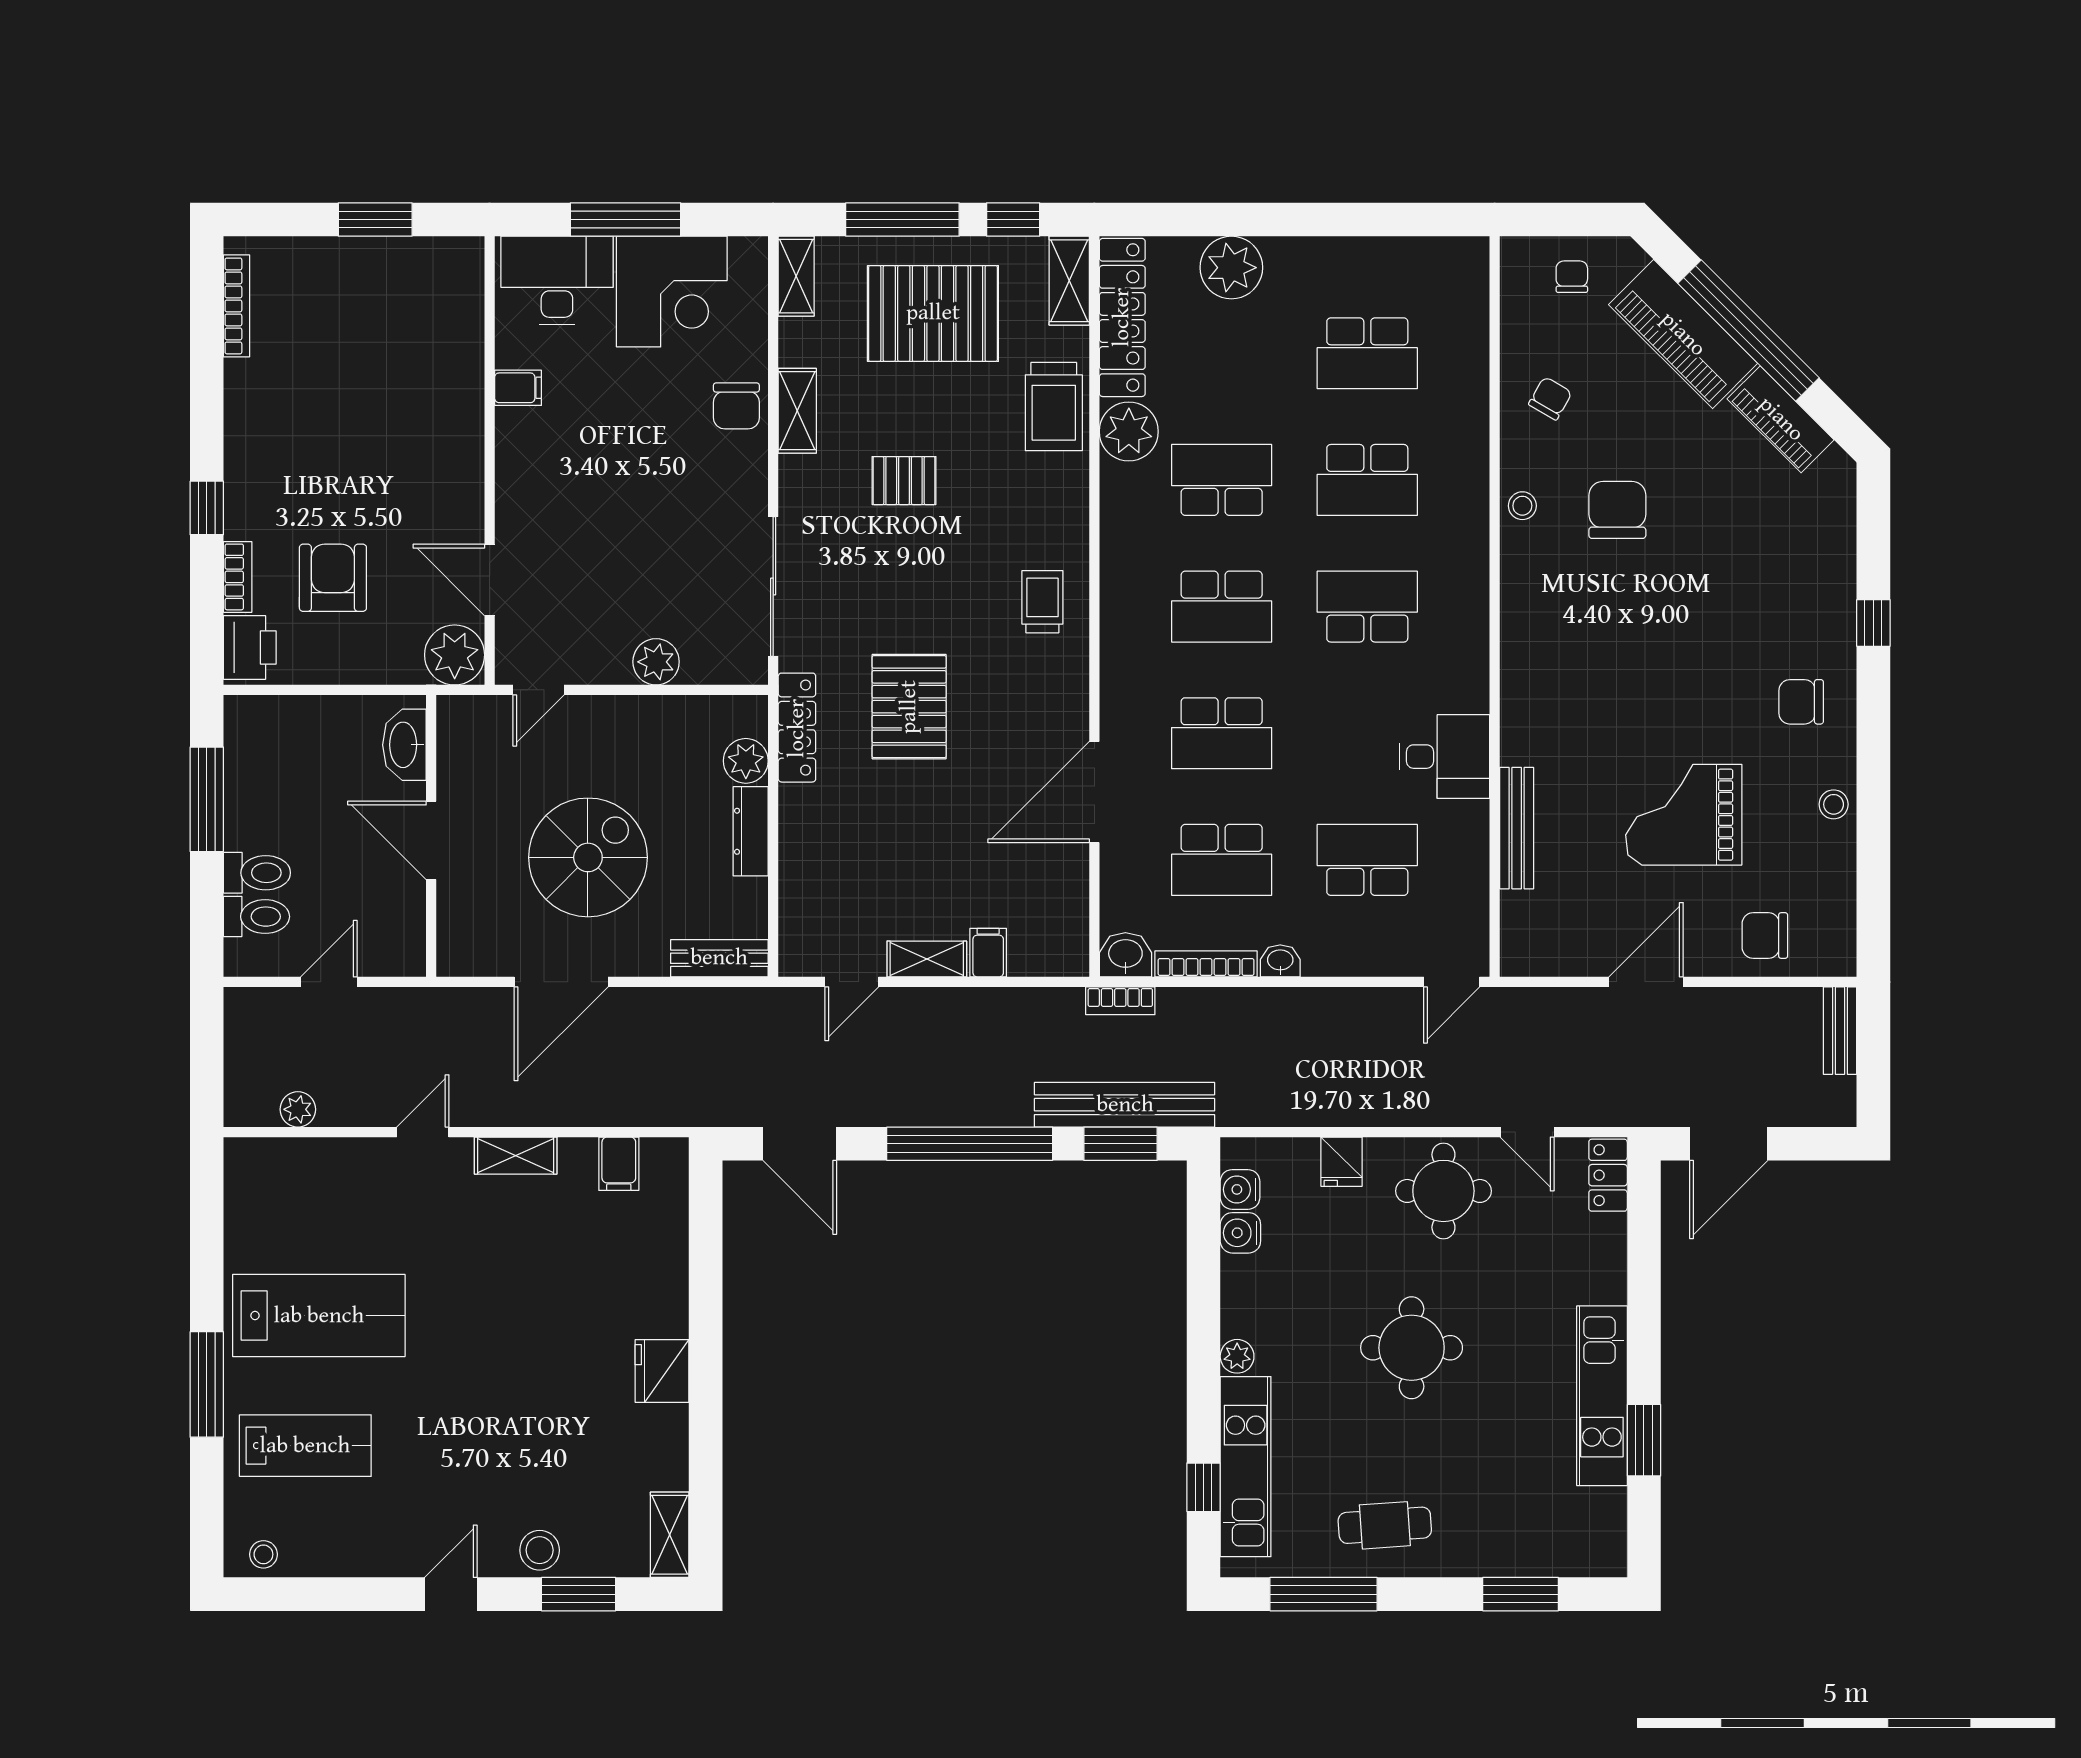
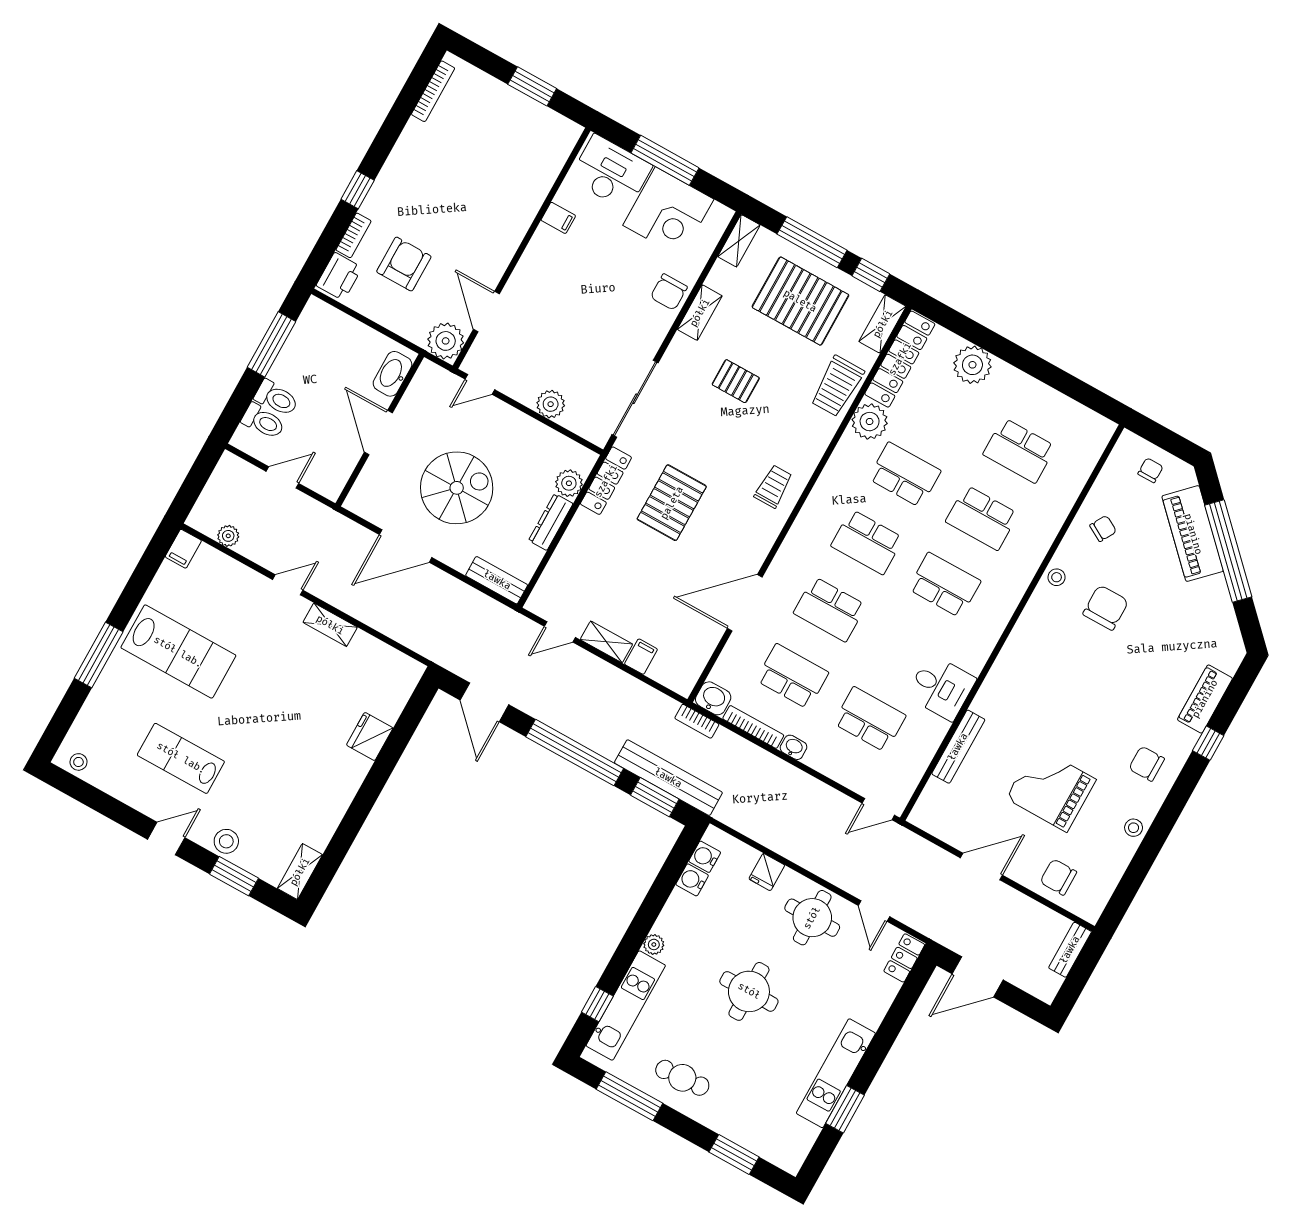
piano: (1781, 419) -> (1205, 699), moved, turned 45
school desk: (1222, 860) -> (792, 676), turned 180
filing cabinet: (619, 1164) -> (183, 549), moved
fridge: (662, 1371) -> (370, 736), moved
lab bench: (305, 1446) -> (181, 758), moved, turned 180

